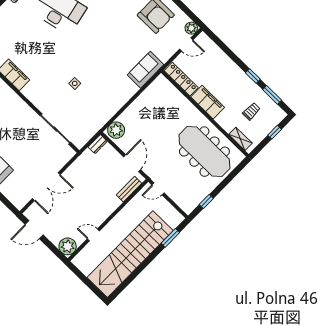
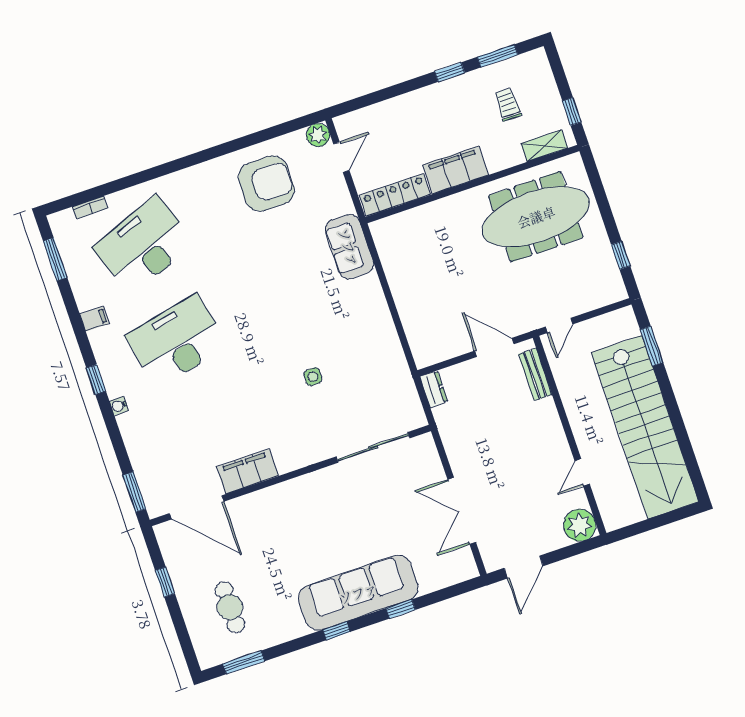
plant: (116, 130) -> (426, 346), removed
window: (275, 132) -> (572, 111), moved
double door: (46, 187) -> (462, 511), swing flipped

